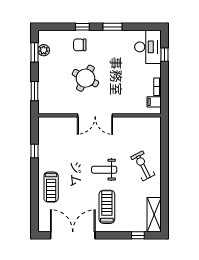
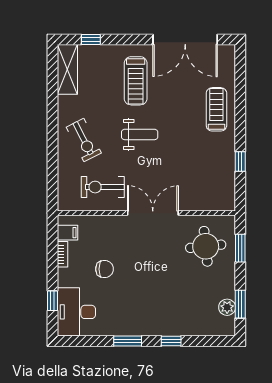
chair: (80, 45) -> (105, 269), moved
round table: (85, 78) -> (206, 246), moved, turned -34
exercise bike: (130, 133) -> (103, 187), added

